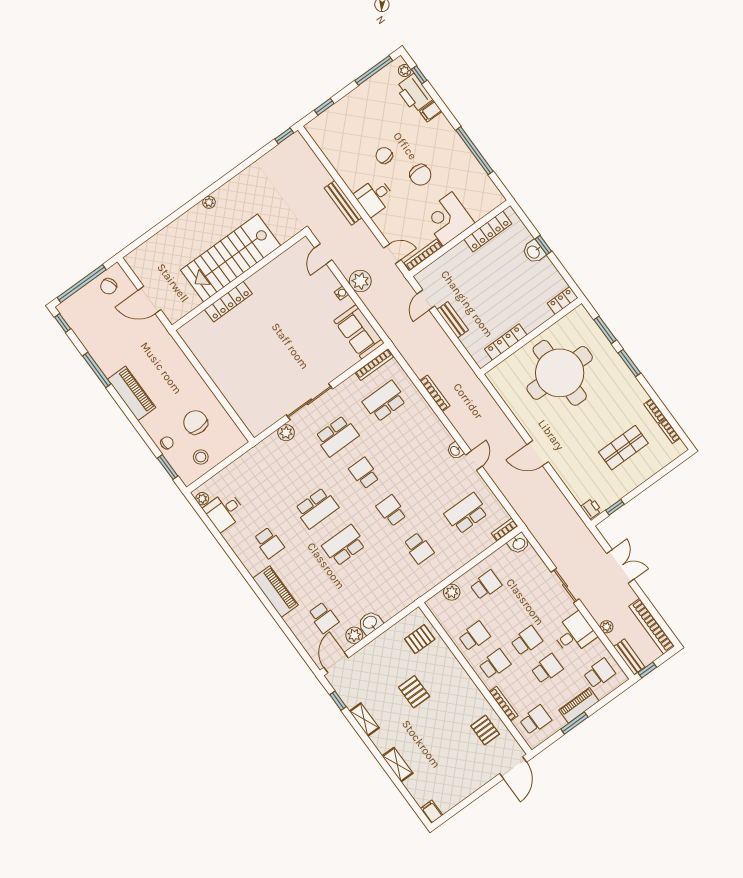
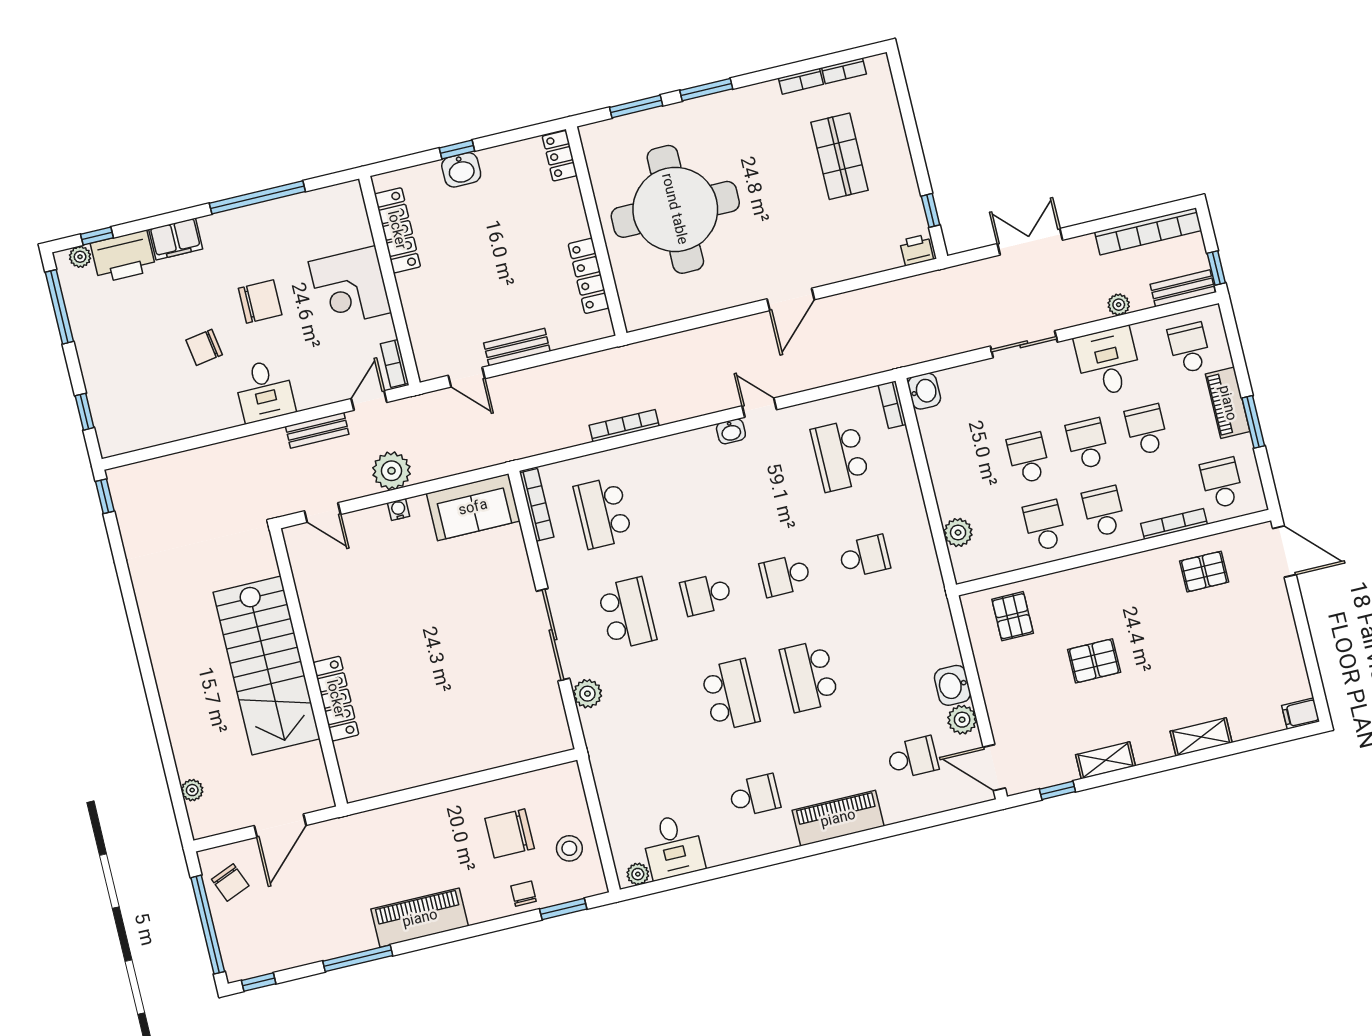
filing cabinet: (431, 111) -> (176, 239), width x2.00
plant: (209, 202) -> (192, 790), moved
bench: (343, 203) -> (317, 430), moved, width x0.73
bookcase: (423, 255) -> (395, 364), width x0.64
school desk: (486, 585) -> (1028, 458), moved

